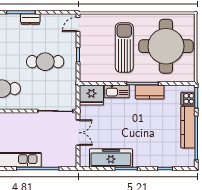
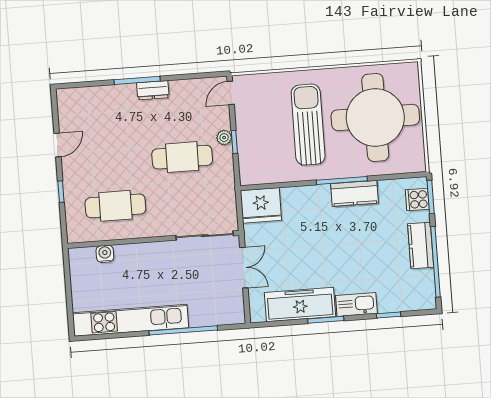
plant: (72, 52) -> (224, 138), added
kitchen sink: (117, 91) -> (356, 305), moved, turned 180
kitchen counter: (188, 127) -> (421, 245), width x0.67

